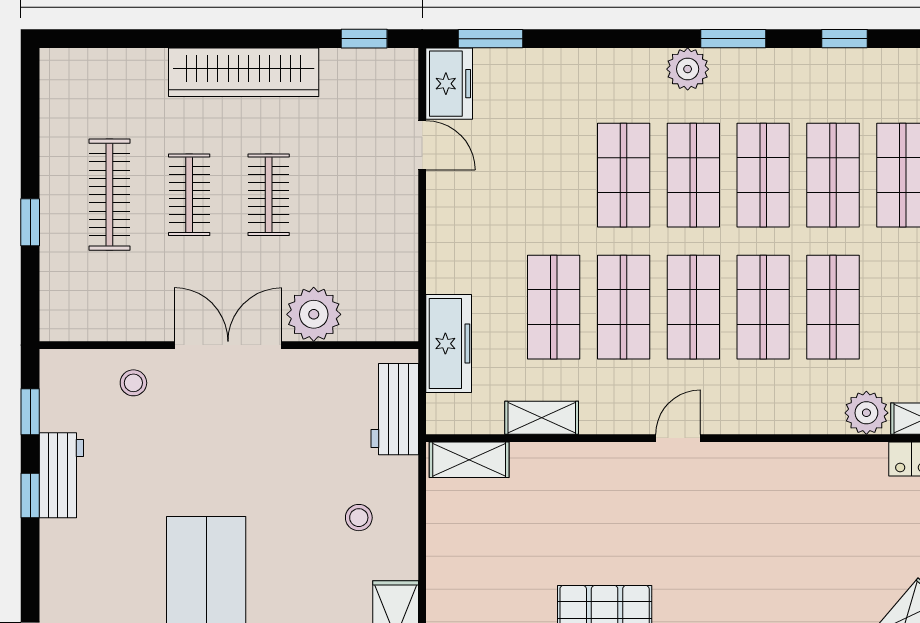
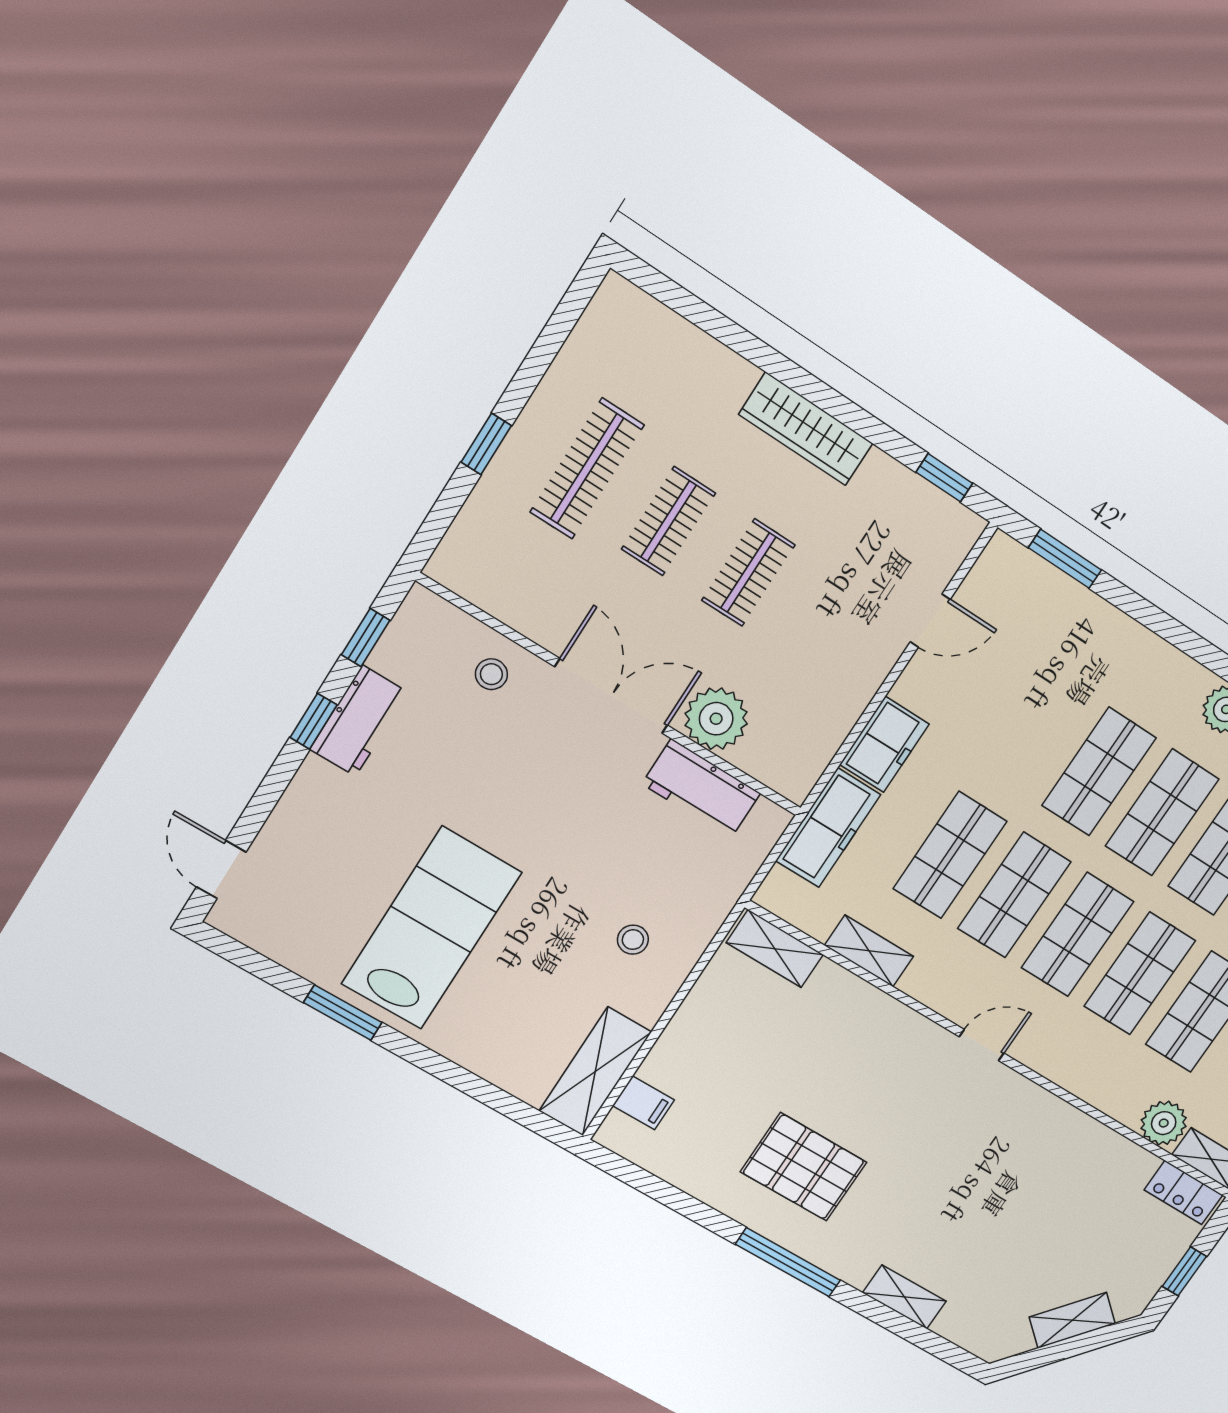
wardrobe: (244, 72) -> (806, 429), width x0.71, depth x0.85
freezer: (449, 84) -> (884, 744), moved
door: (422, 145) -> (930, 621), hinge flipped
workbench: (395, 409) -> (701, 789), moved, turned -90

